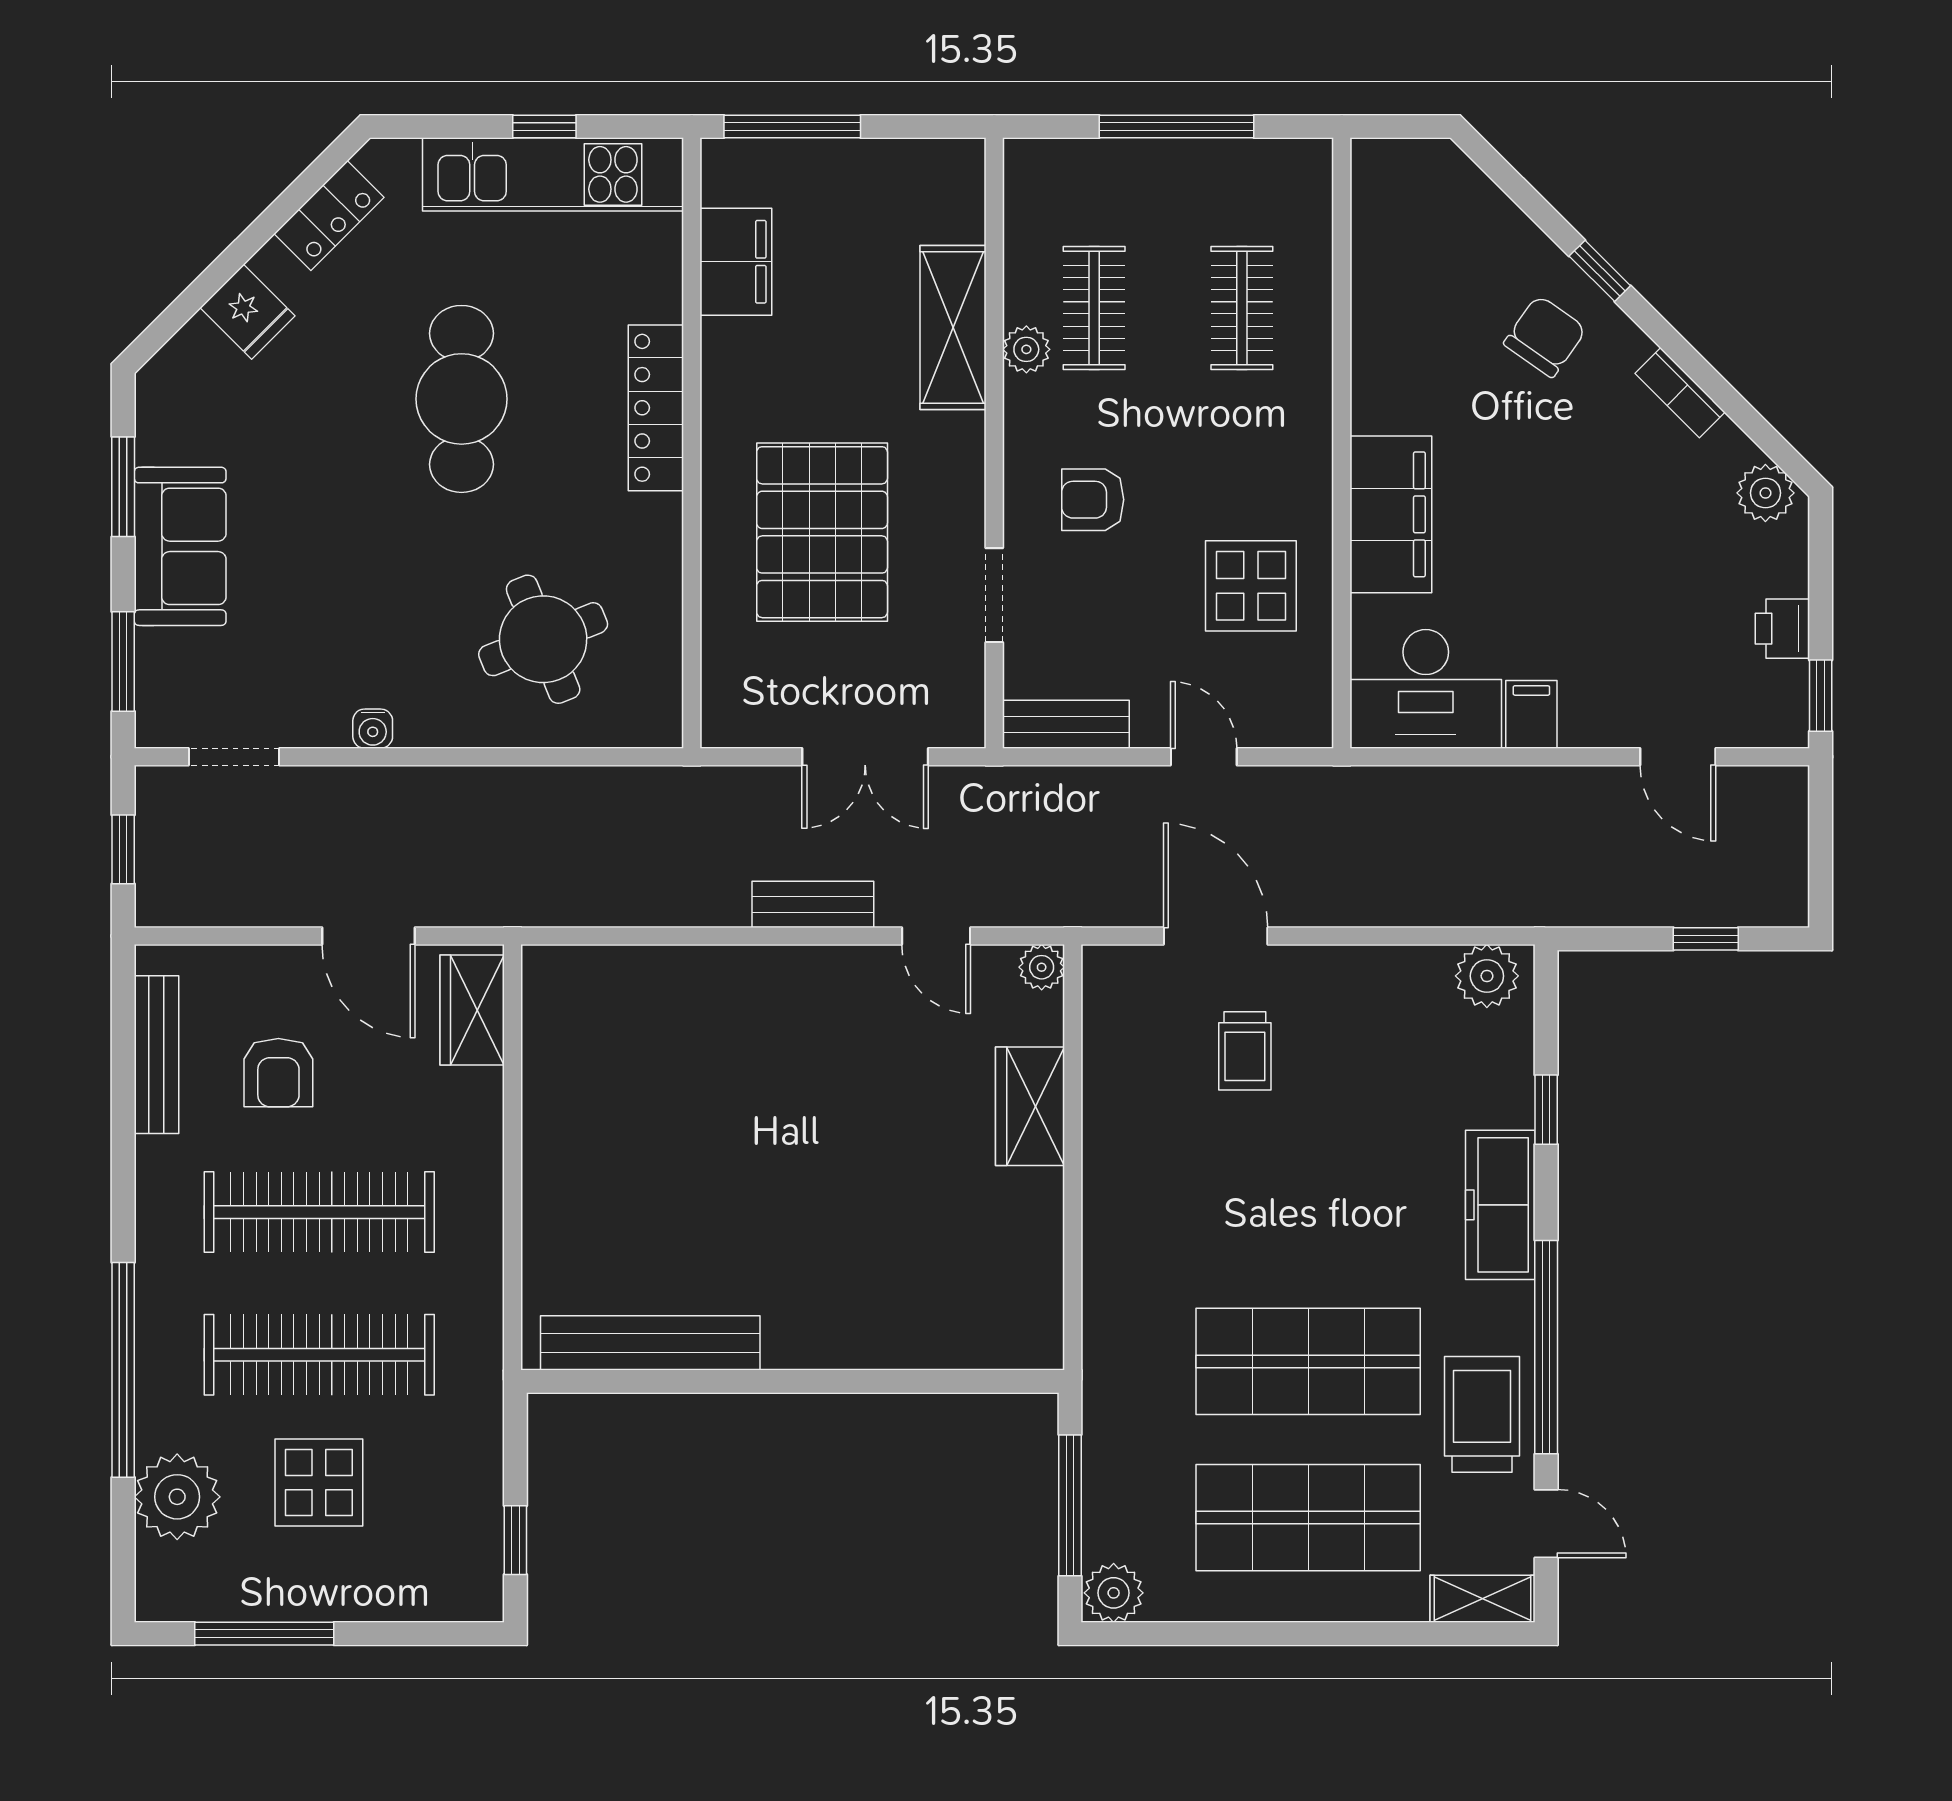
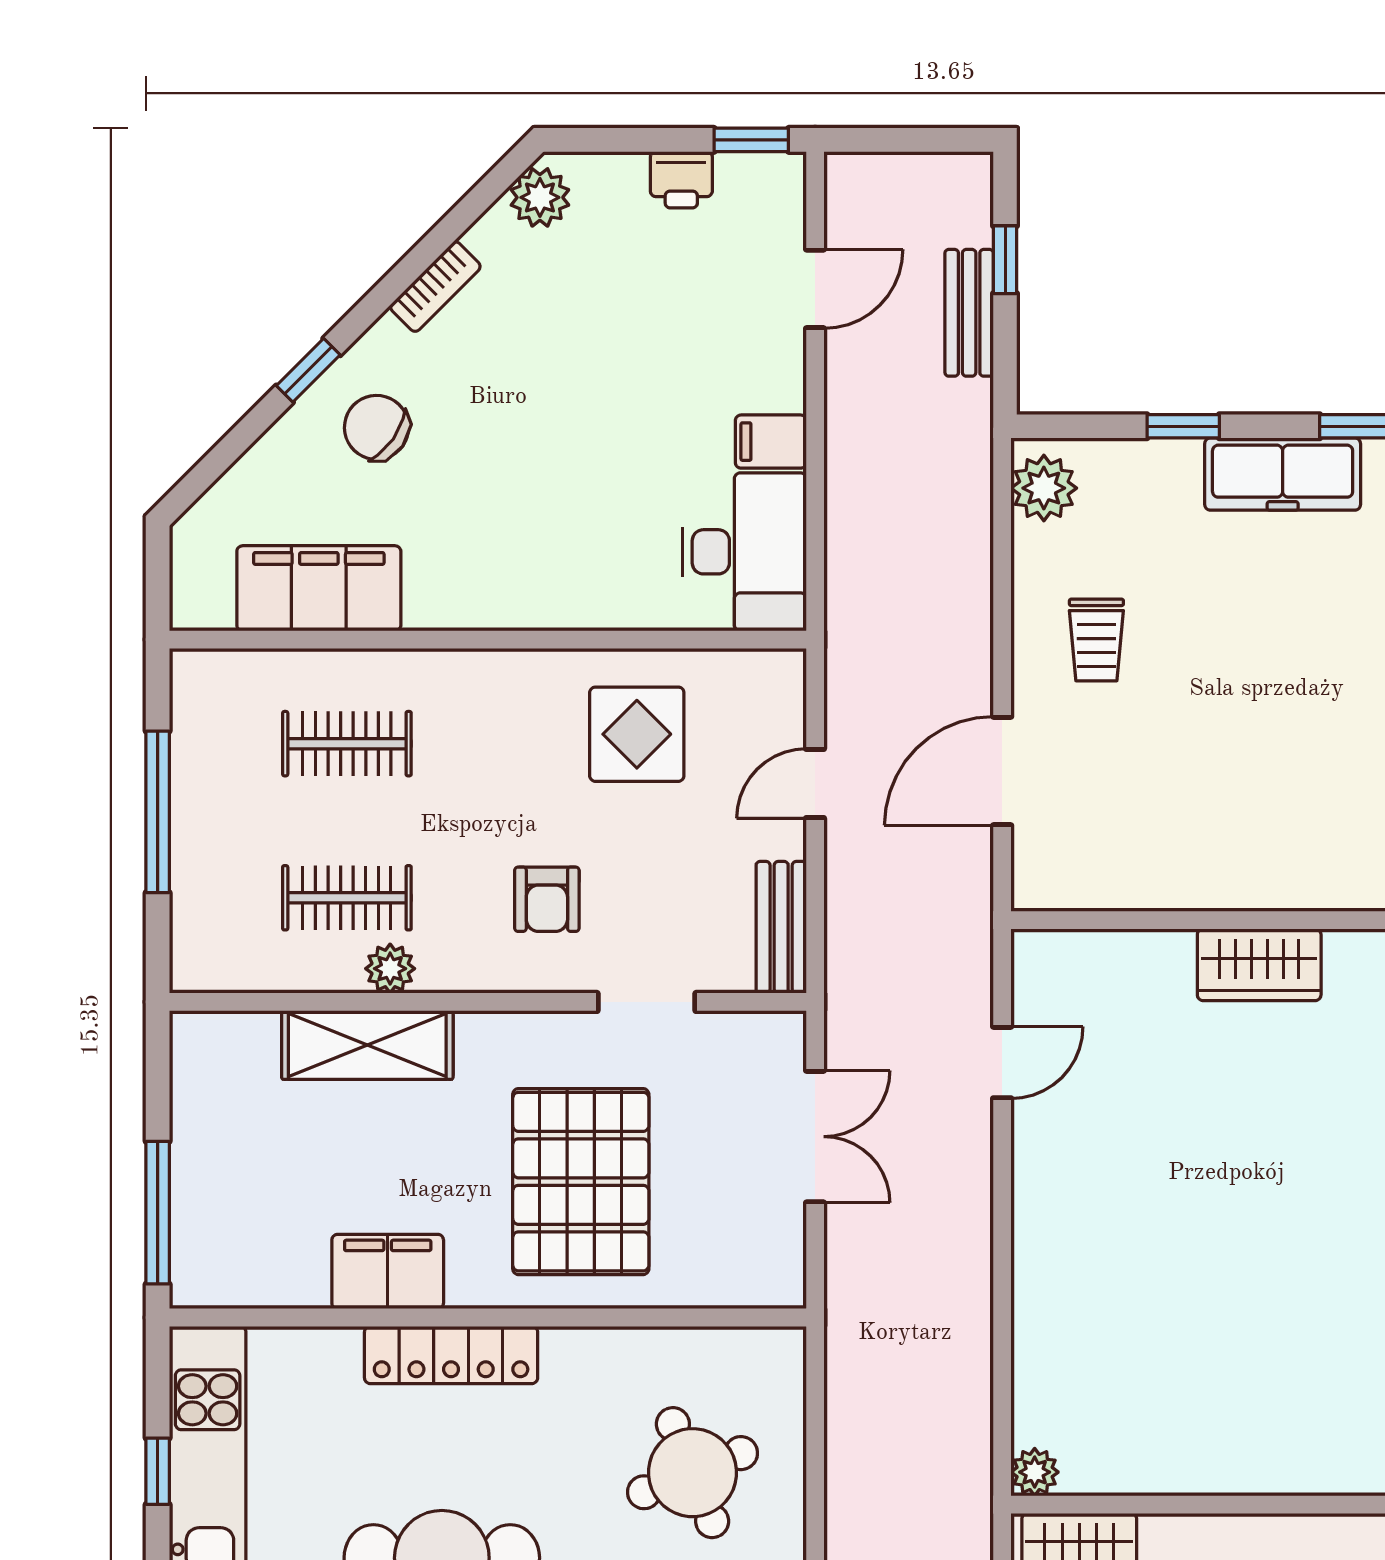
filing cabinet: (736, 262) -> (388, 1272), moved
filing cabinet: (1391, 514) -> (319, 588), moved
pallet: (822, 532) -> (581, 1182), turned 90
bench: (813, 904) -> (969, 313), moved
plant: (1042, 967) -> (1035, 1472), moved
trolley: (1245, 1051) -> (1096, 640), moved, turned 90
wardrobe: (1030, 1106) -> (1259, 965), moved

